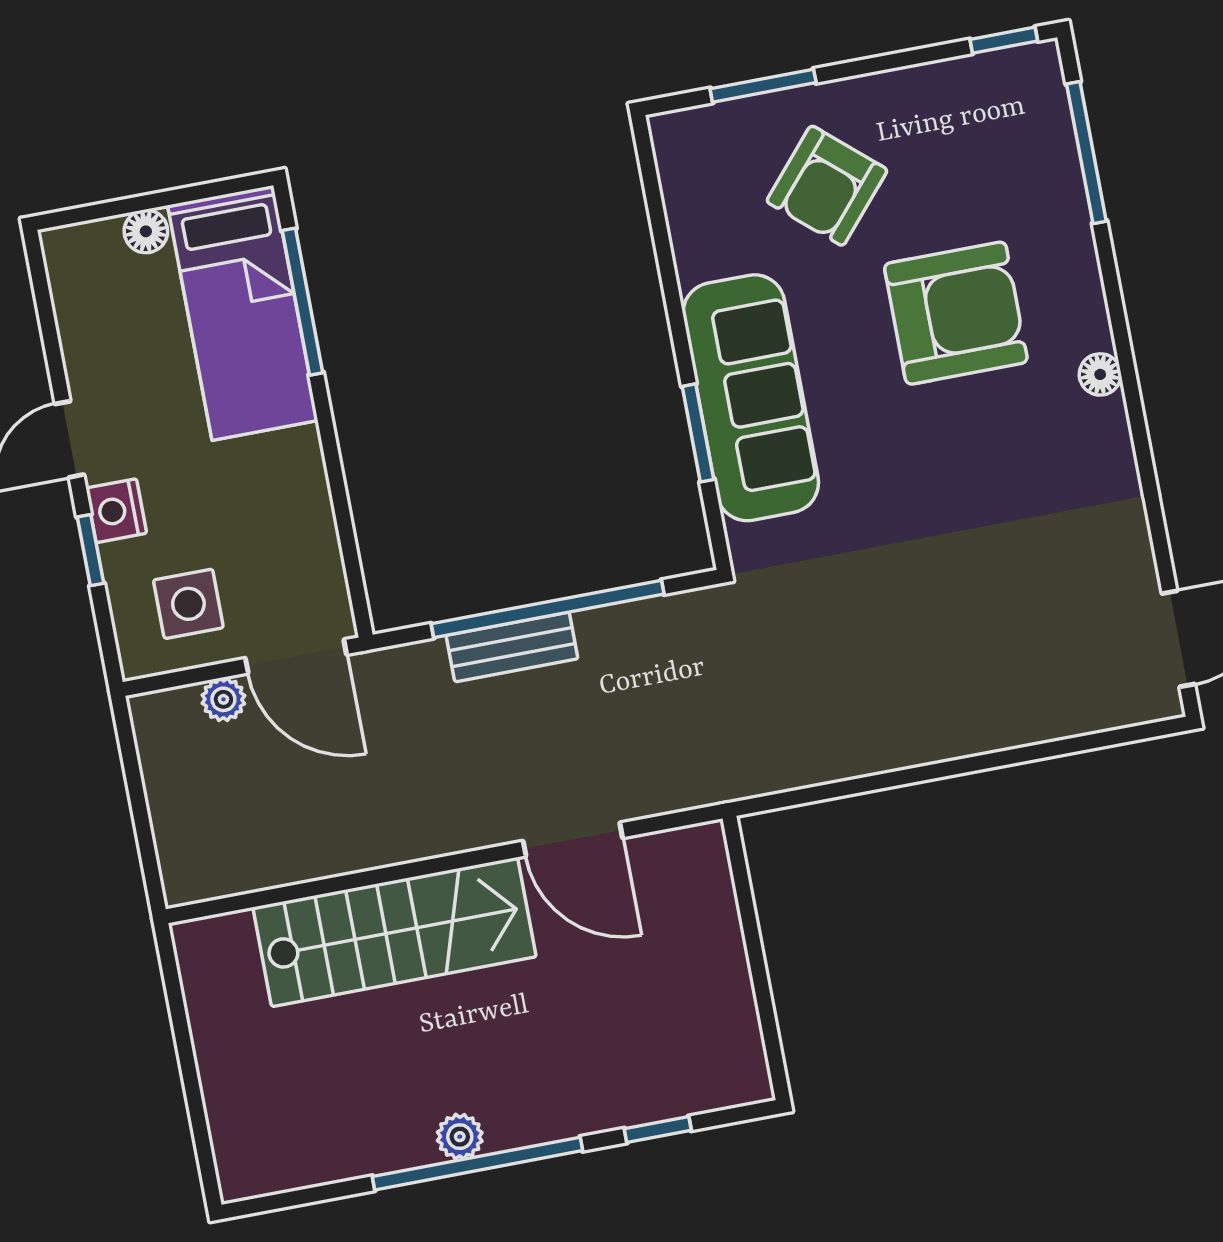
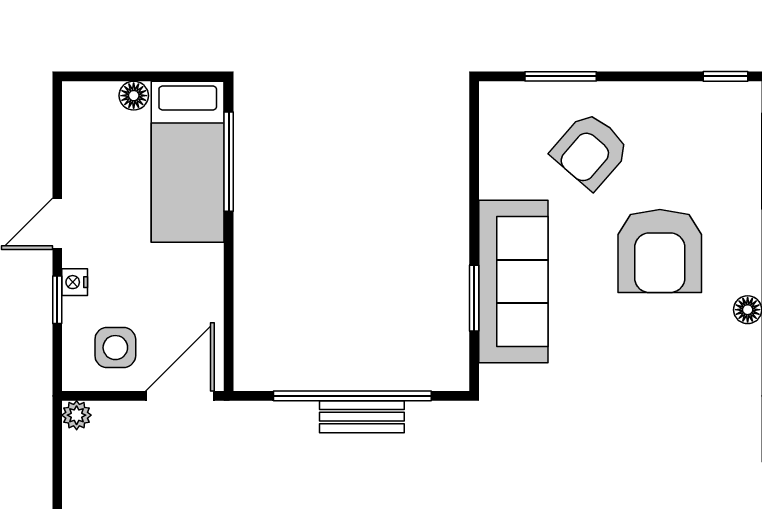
armchair: (956, 313) -> (660, 251), turned 90
nightstand: (116, 511) -> (75, 282), width x0.72, depth x0.74
bench: (512, 647) -> (362, 417), moved
door: (296, 656) -> (180, 396), swing flipped
plant: (223, 699) -> (77, 415), moved

